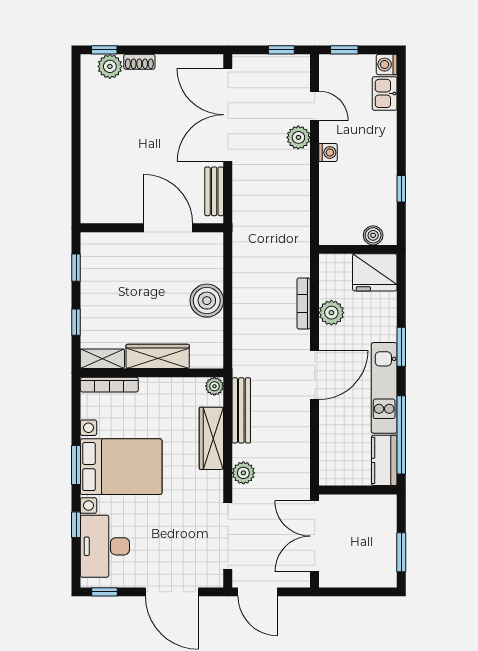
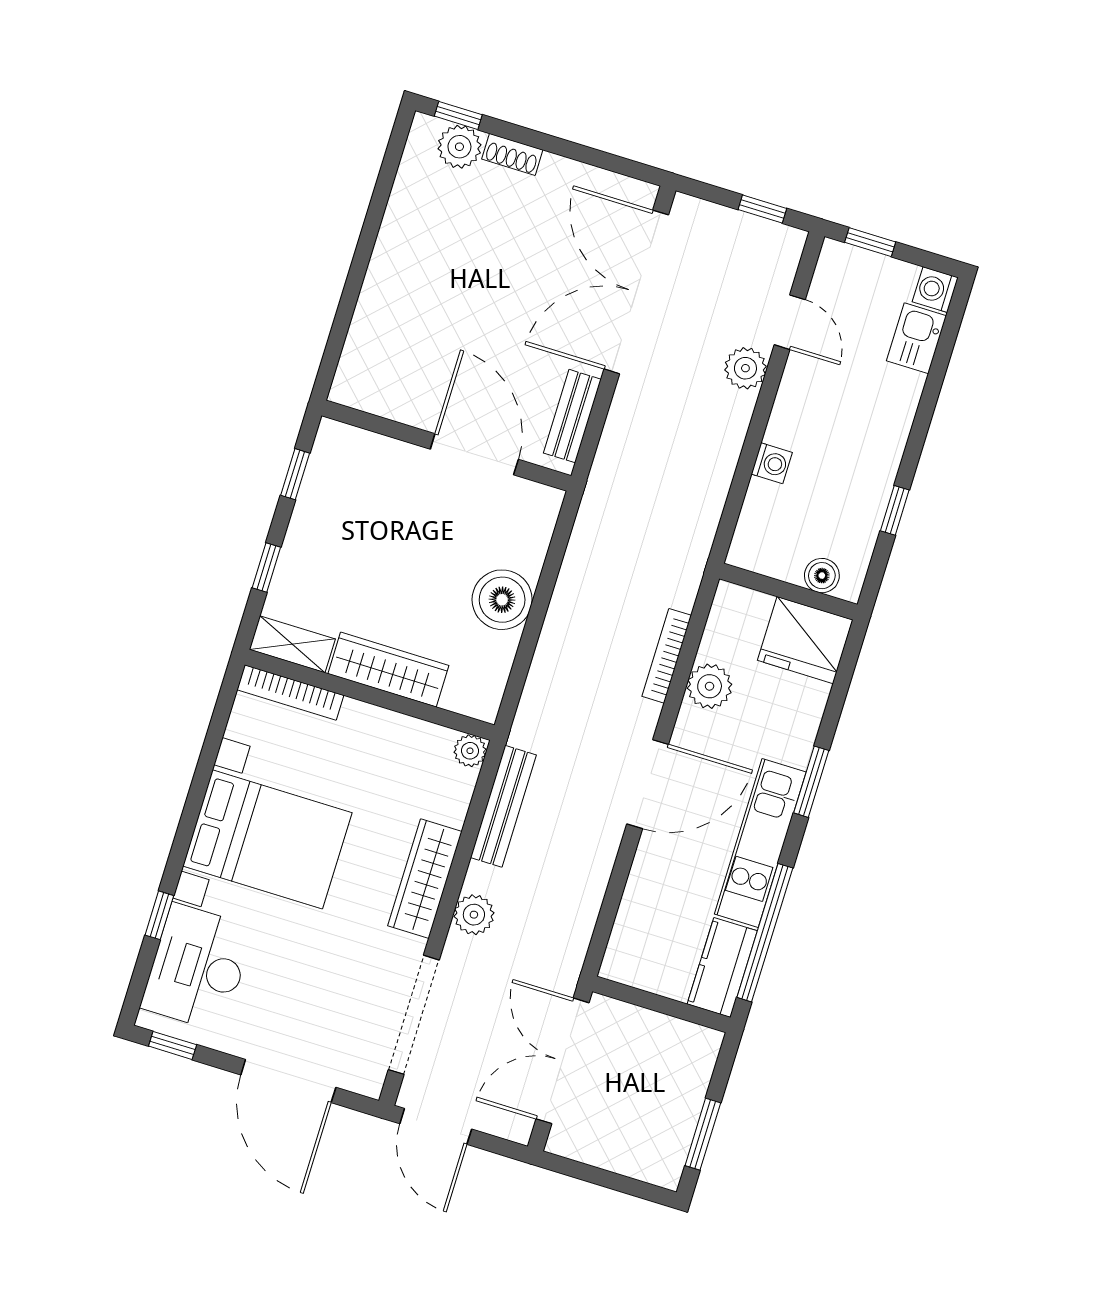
washing machine: (328, 152) -> (772, 463), moved
wardrobe: (211, 438) -> (425, 879), moved
window: (76, 465) -> (191, 813), removed

